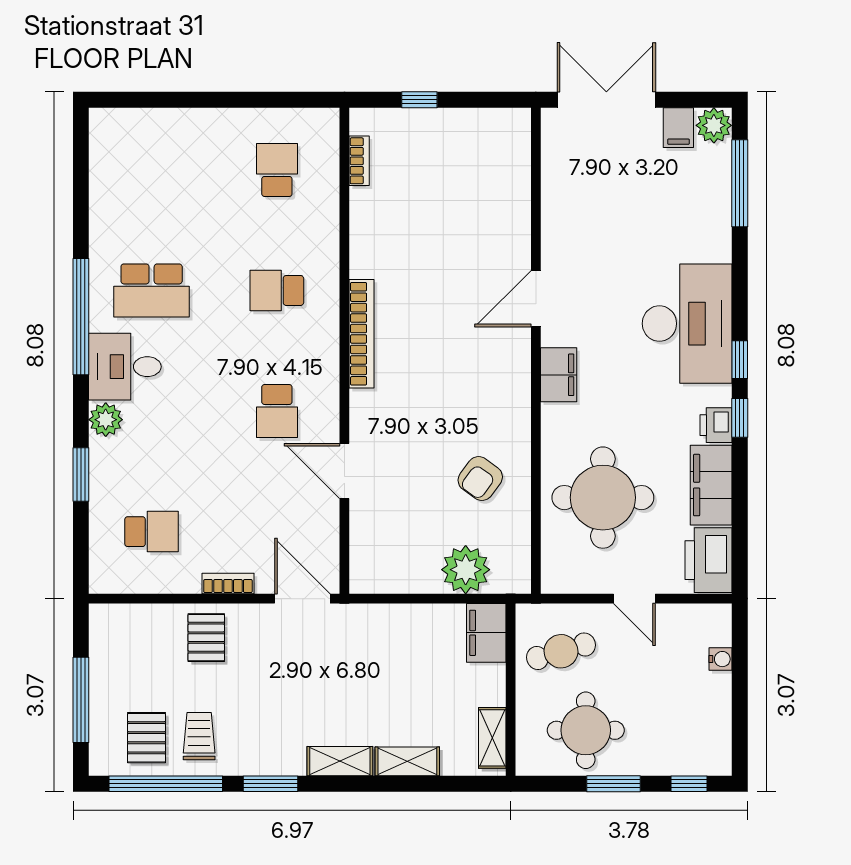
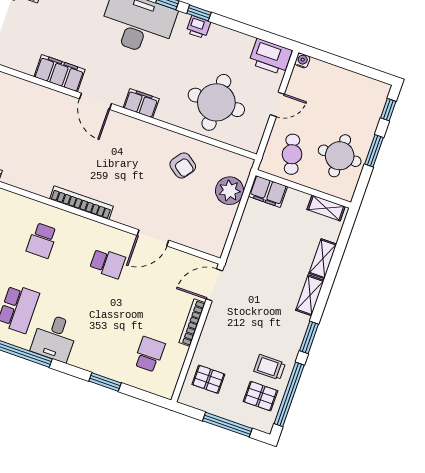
plant: (106, 420) -> (80, 358), removed
filing cabinet: (711, 485) -> (59, 73), moved, turned 180
bookcase: (228, 584) -> (192, 323), width x1.56
pallet: (206, 638) -> (208, 379), moved
water cooler: (720, 659) -> (302, 61), moved

